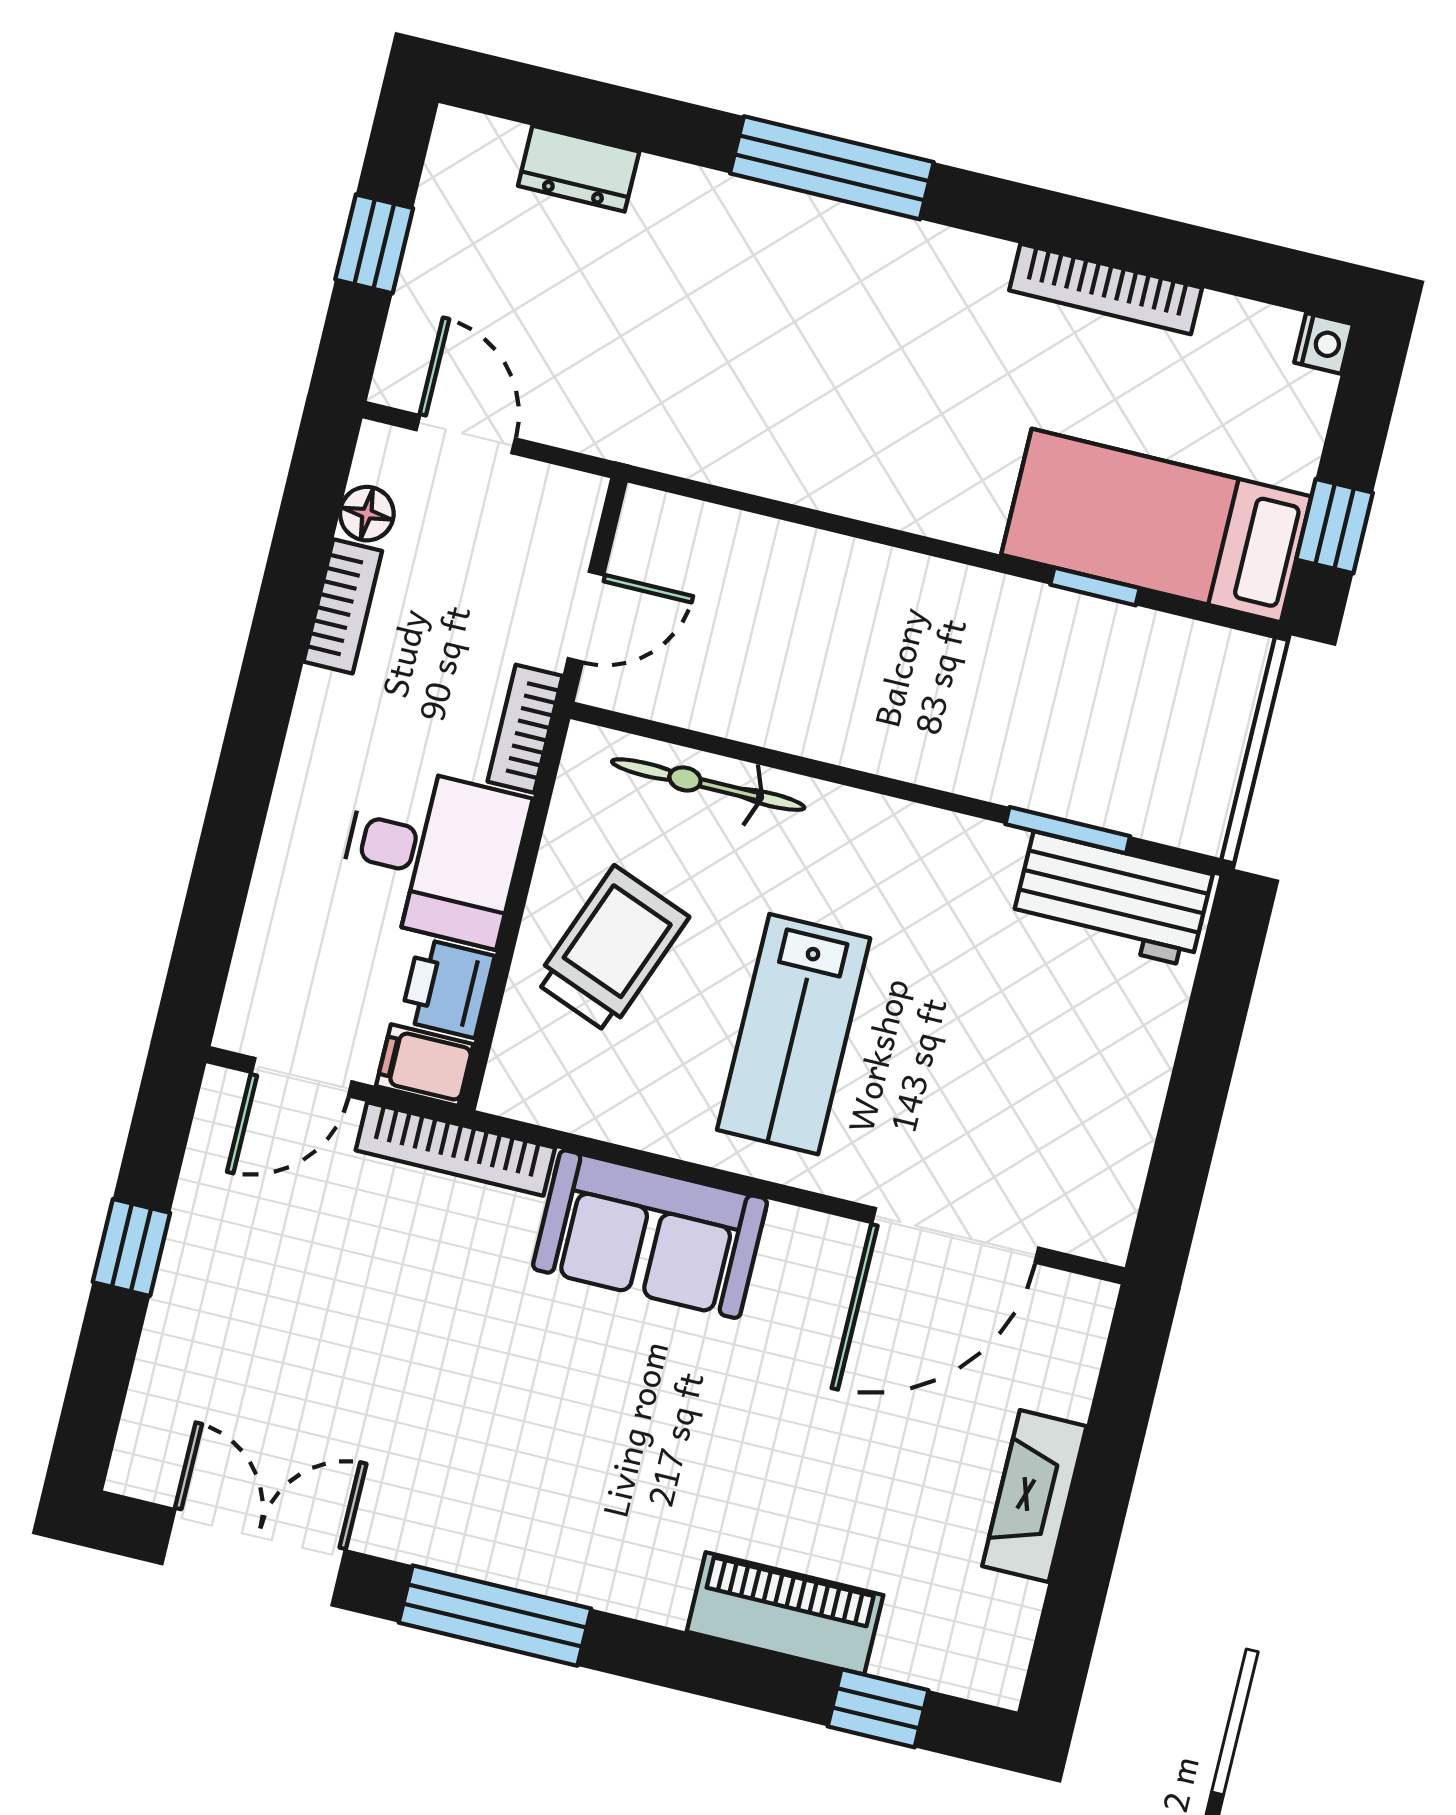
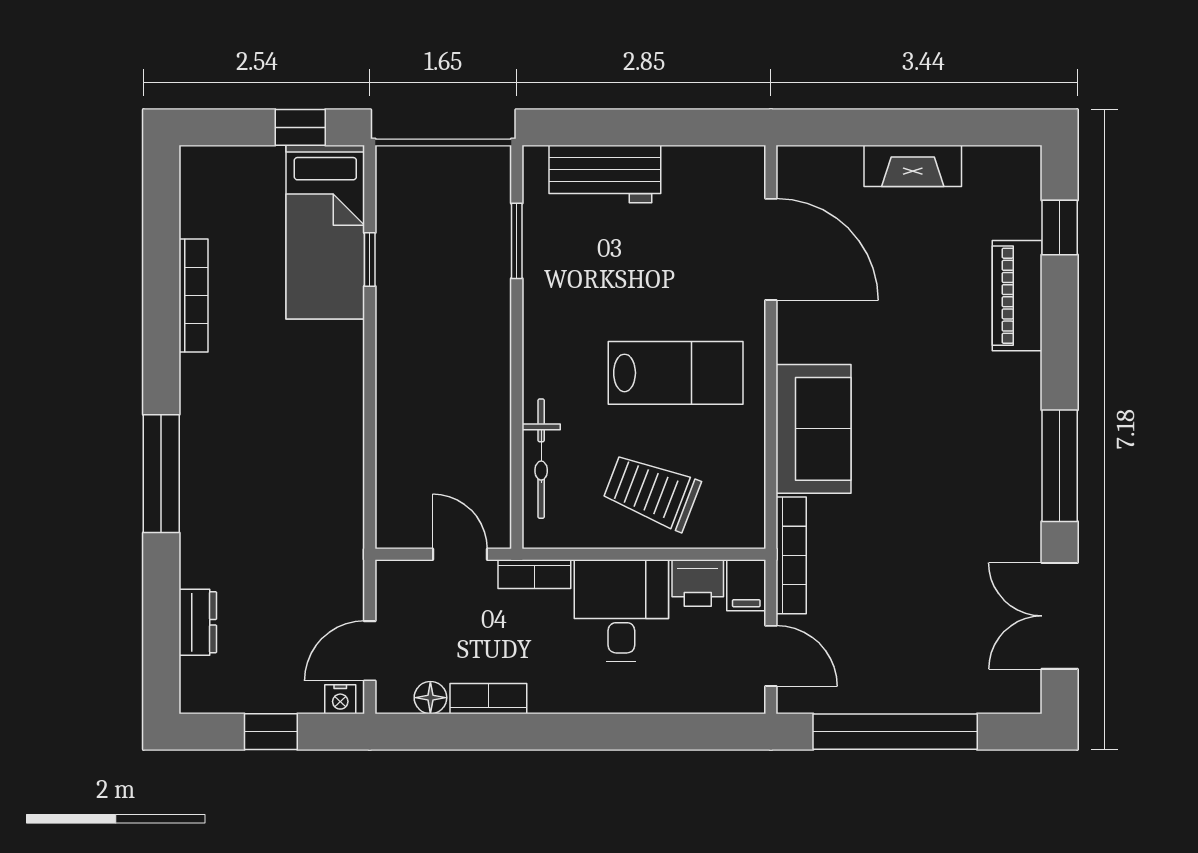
nightstand: (1324, 343) -> (340, 699), moved, turned 180
workbench: (1112, 899) -> (605, 174), moved, turned 90
window: (131, 1247) -> (895, 732), width x3.17

